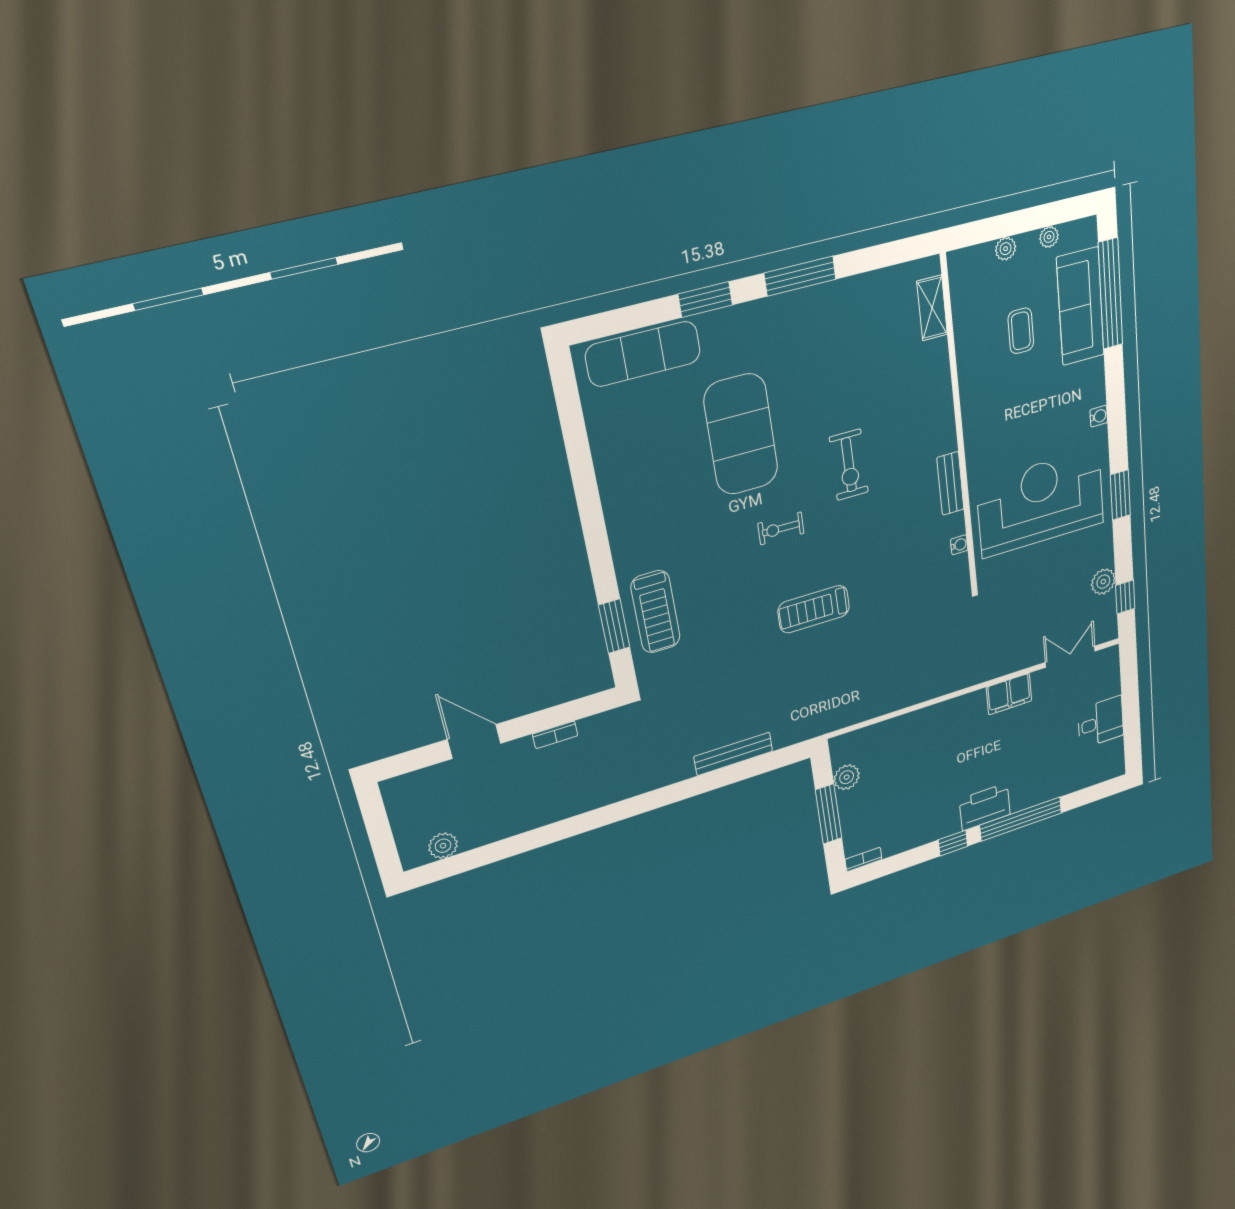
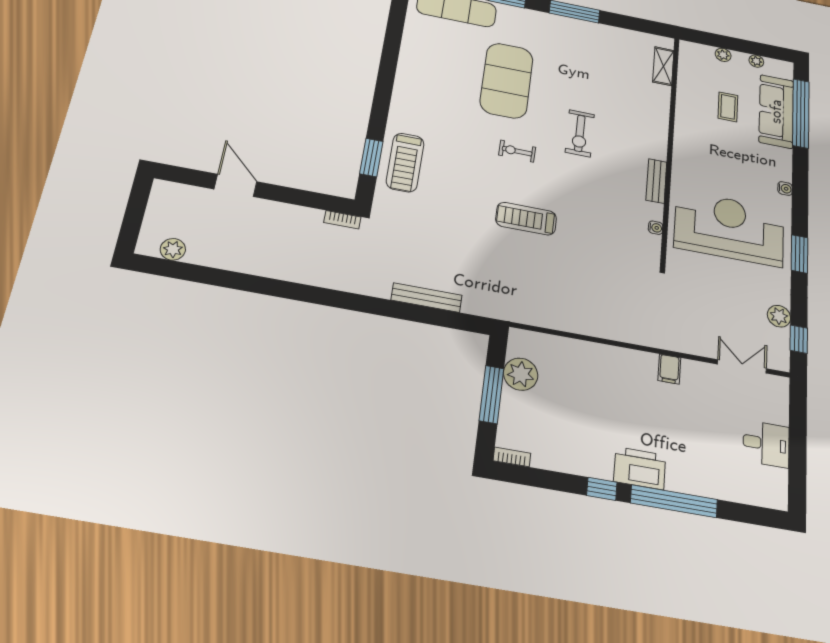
filing cabinet: (1009, 694) -> (669, 369), width x0.50
bookcase: (555, 735) -> (342, 220), moved
plant: (847, 777) -> (521, 374), width x1.36, depth x1.36

